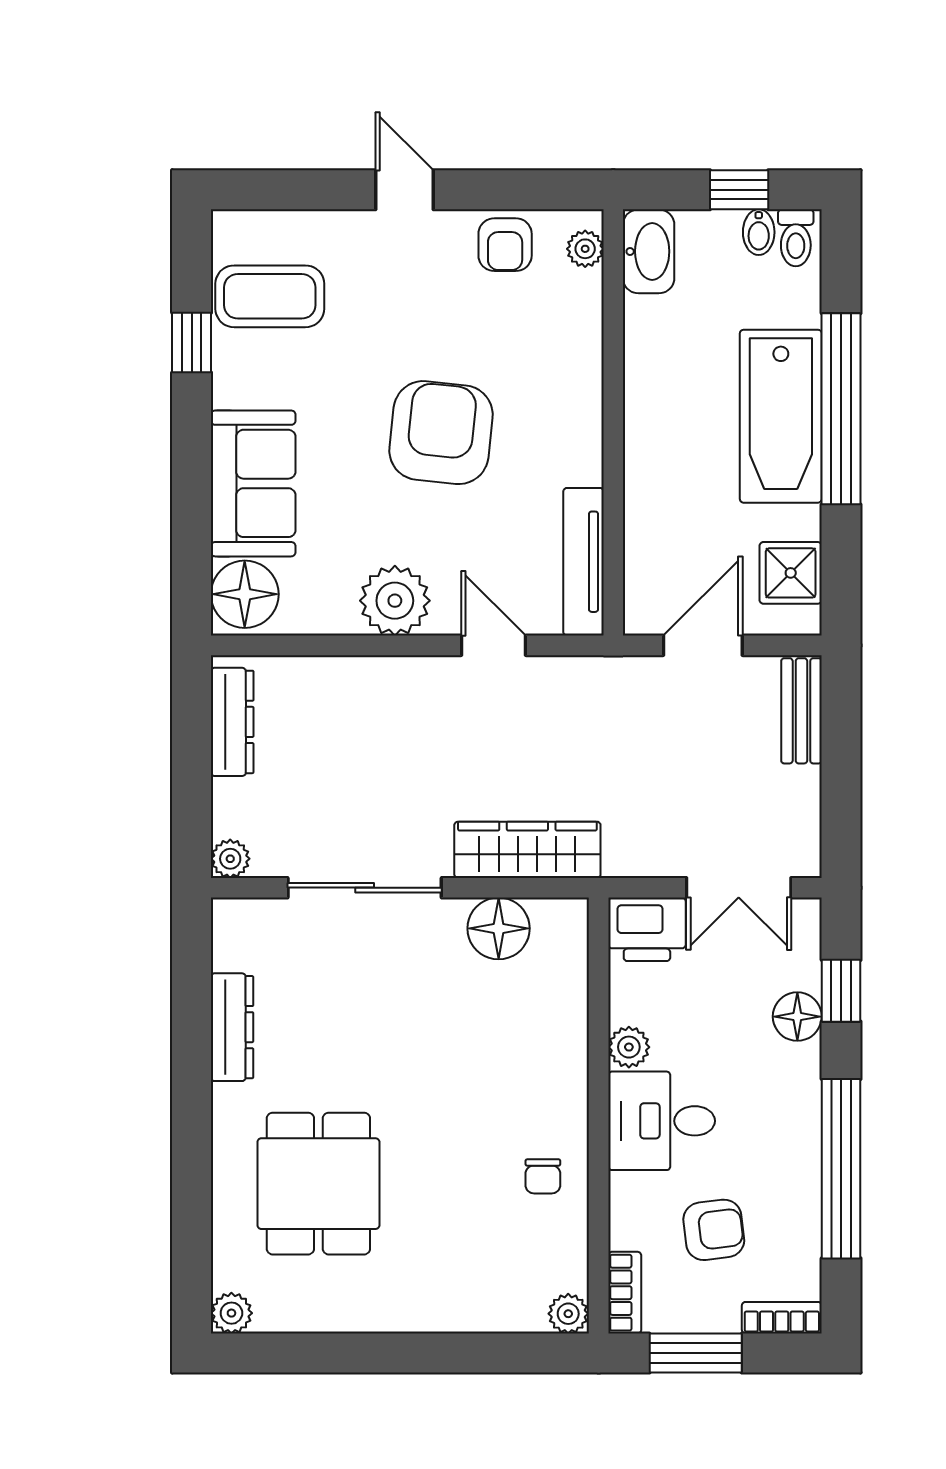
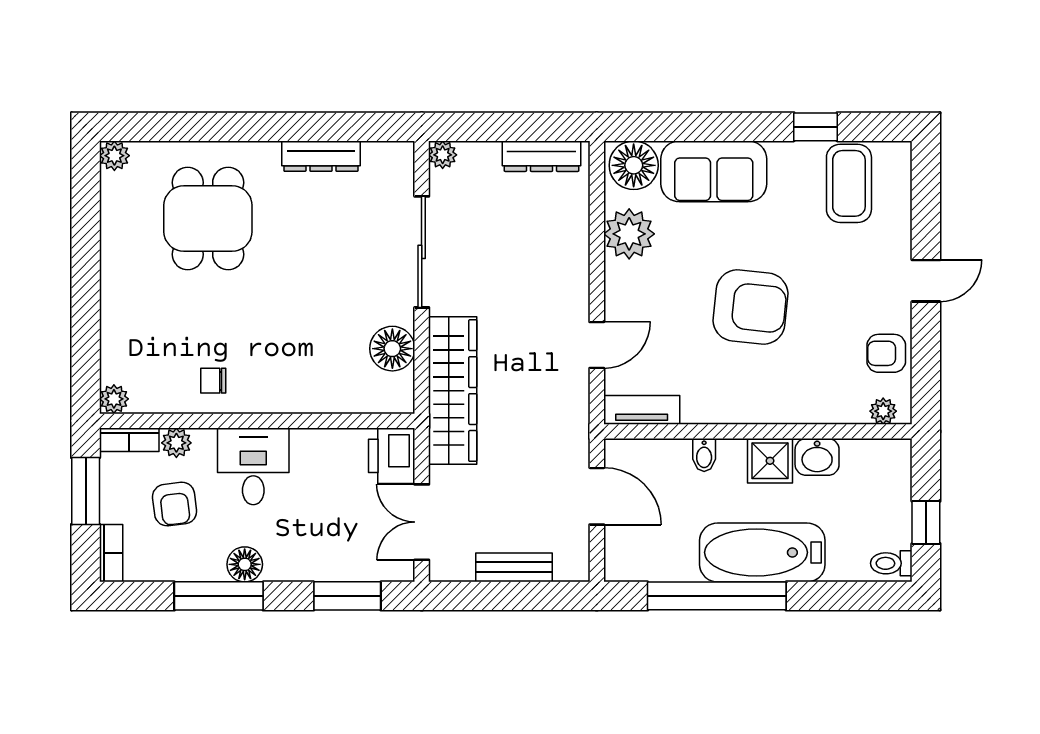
bidet: (759, 232) -> (704, 455), moved, turned -90
washbasin: (649, 251) -> (817, 457), moved, width x0.72
window: (841, 409) -> (717, 596), moved
tv unit: (583, 562) -> (642, 410), width x0.71
shower: (791, 573) -> (770, 461), moved
plant: (395, 601) -> (629, 234), moved
bench: (801, 711) -> (514, 567), moved
wardrobe: (527, 850) -> (453, 391), width x1.40, depth x1.17
window: (841, 991) -> (347, 596), width x1.50
floor lamp: (797, 1017) -> (245, 564), moved
plant: (629, 1047) -> (176, 443), moved
window: (841, 1169) -> (219, 596), width x0.68
dining table: (318, 1184) -> (208, 218), turned 90

